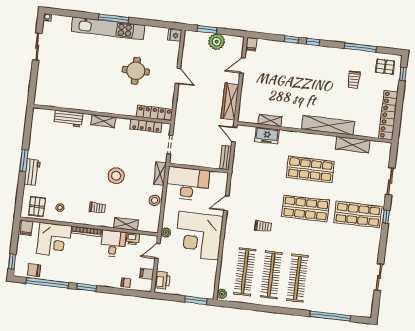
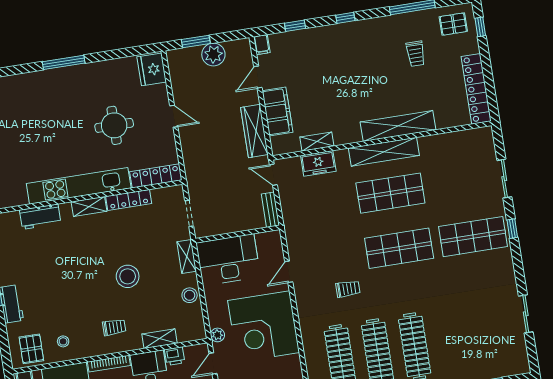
kitchen unit: (108, 28) -> (79, 186), moved, turned 180
fridge: (175, 35) -> (152, 69), width x1.88, depth x1.34
window: (292, 39) -> (295, 26), moved
filing cabinet: (249, 93) -> (277, 112), added
locker: (146, 126) -> (129, 200), moved
shelving: (352, 145) -> (384, 152), moved, width x1.47

